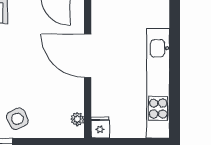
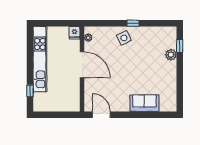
window: (175, 30) -> (30, 91), added
door: (88, 56) -> (82, 65), moved

